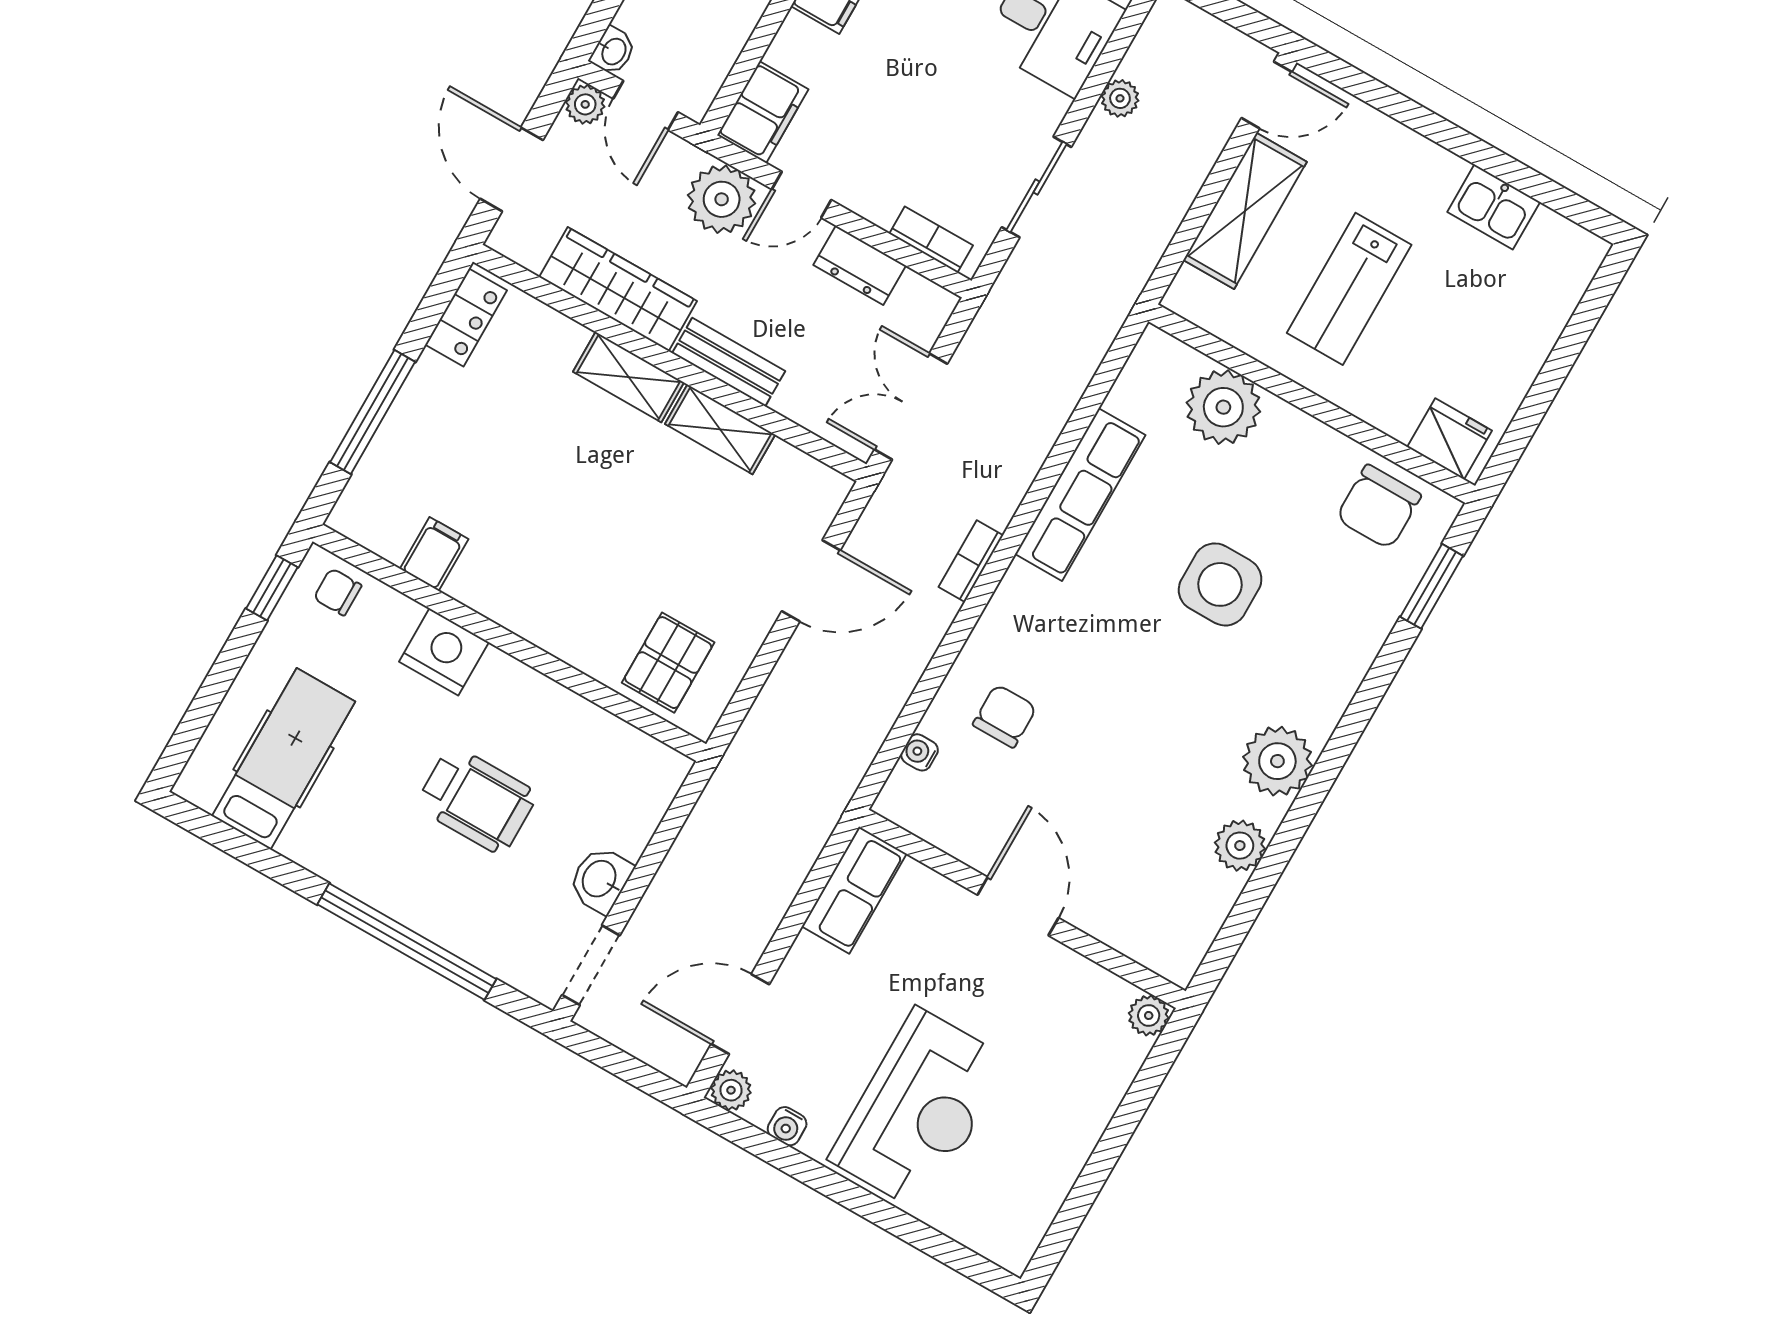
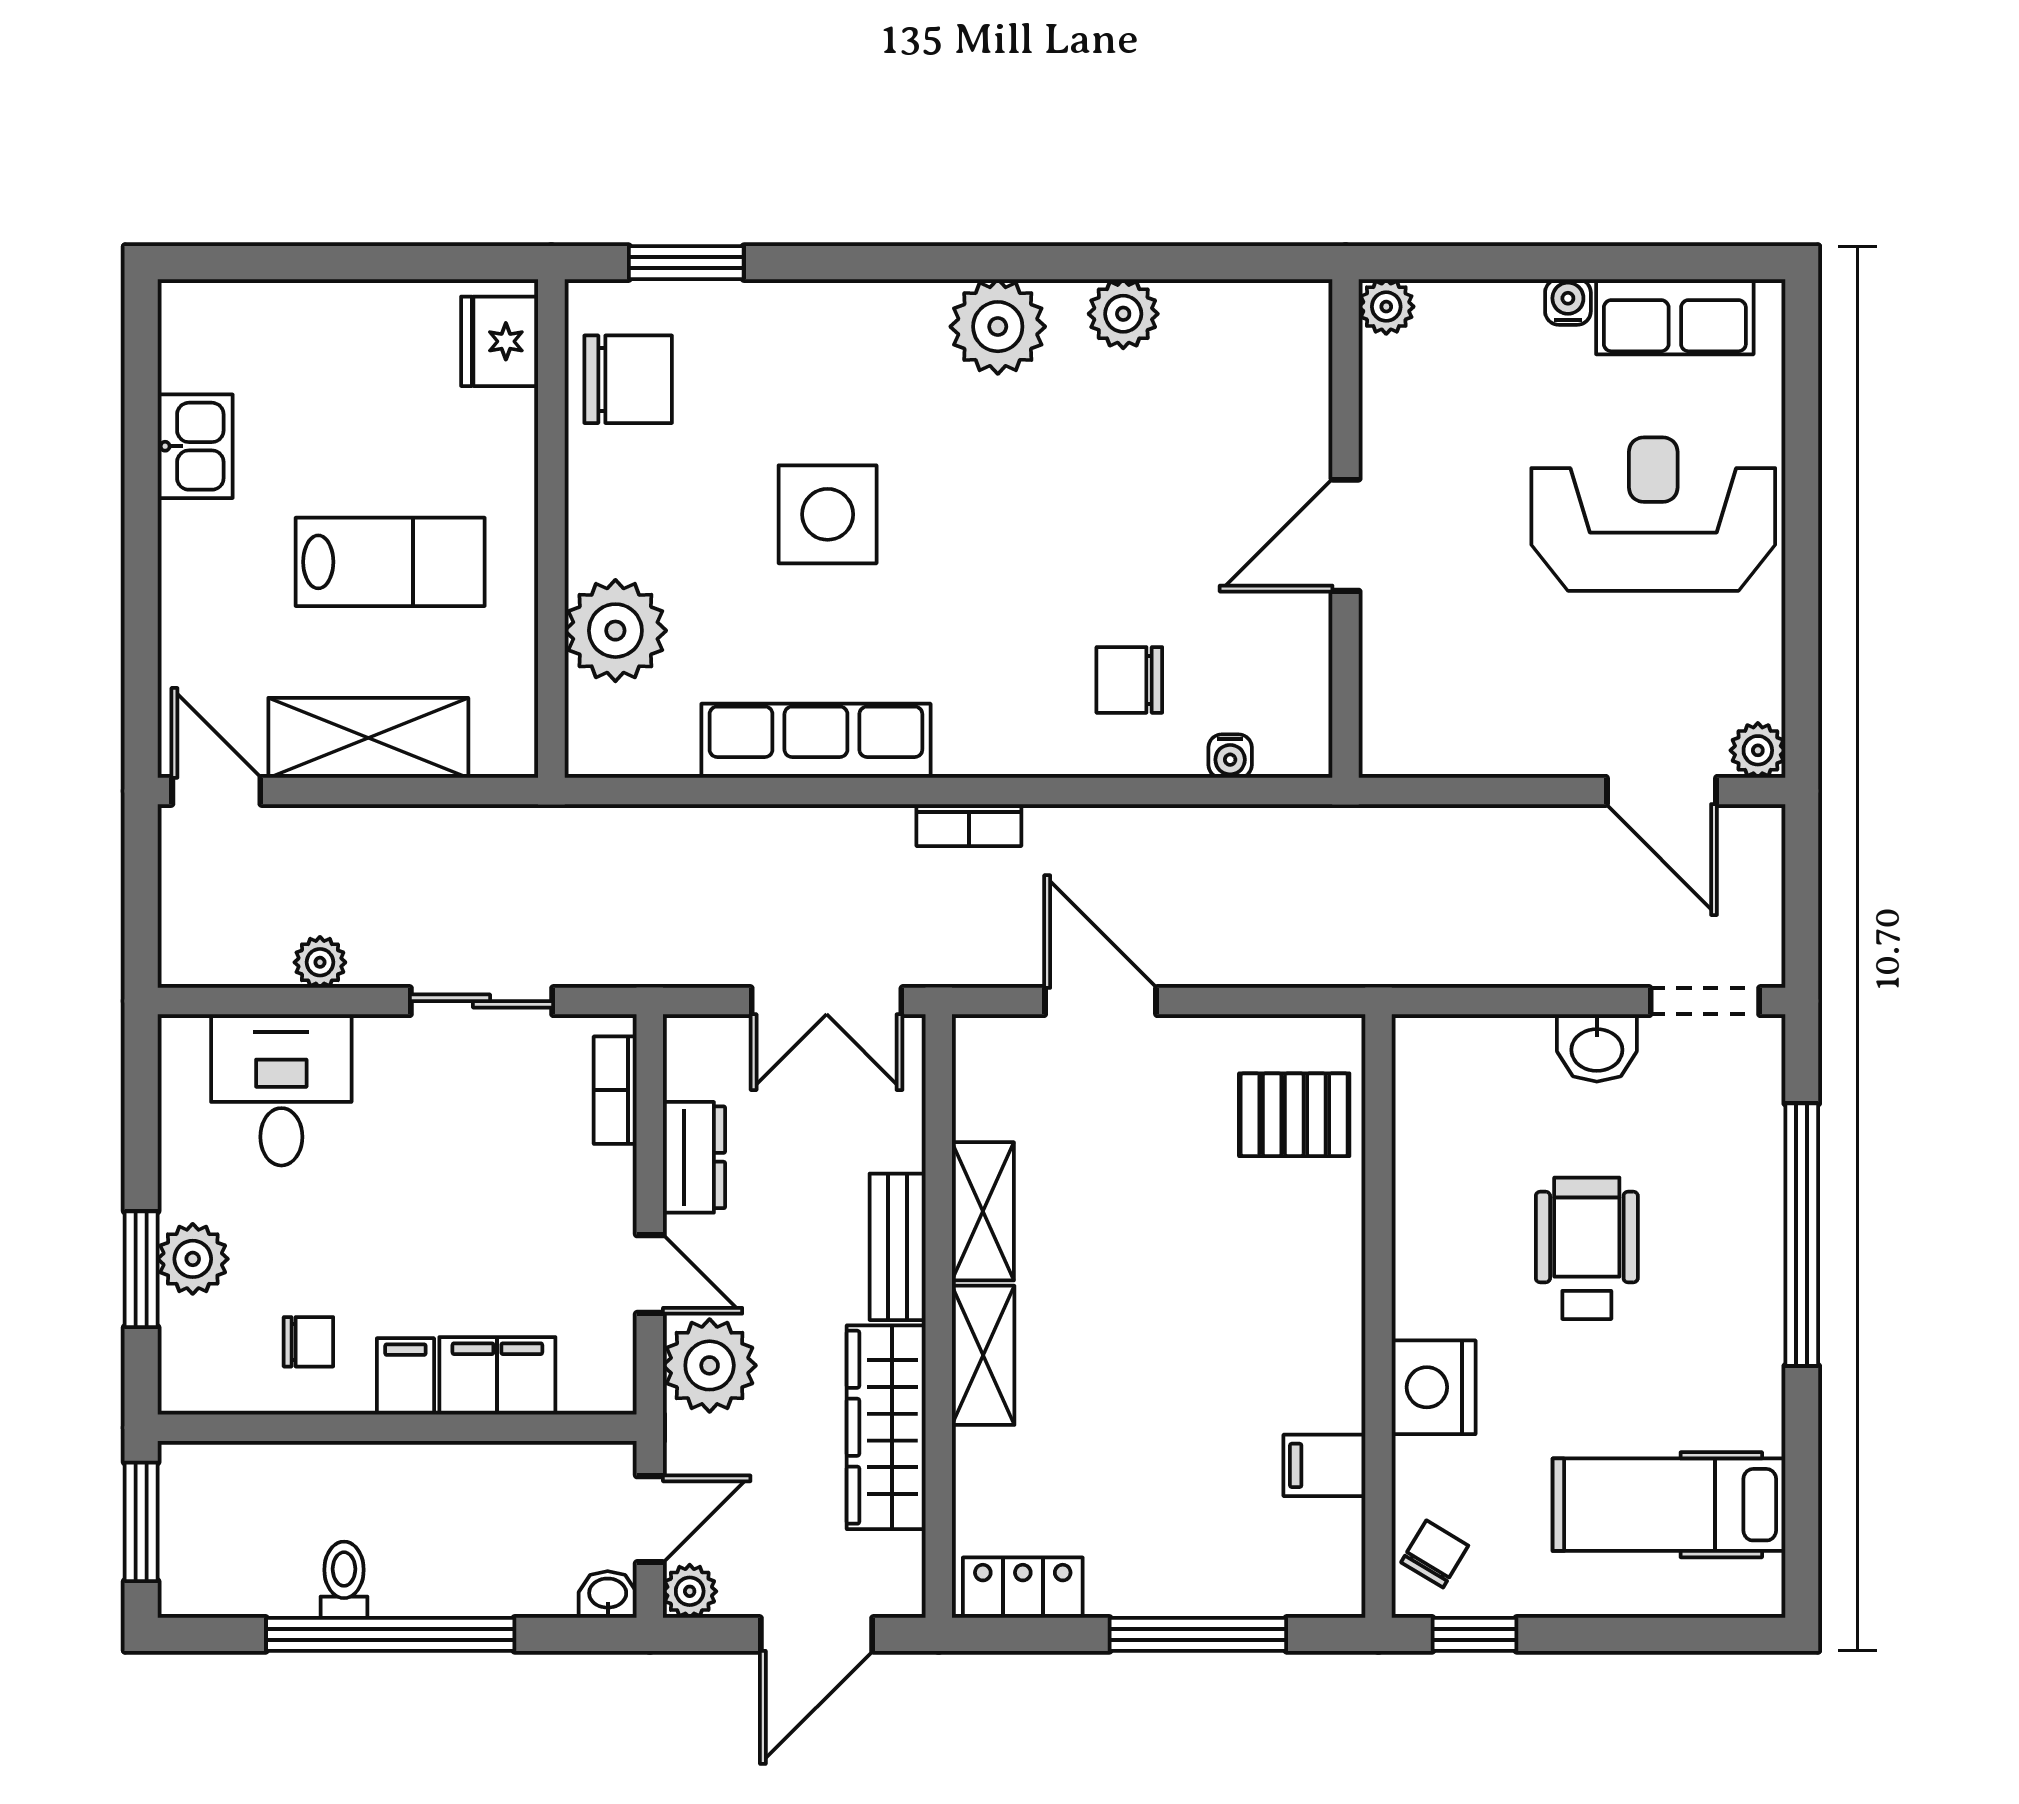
filing cabinet: (763, 112) -> (497, 1376), moved
chair: (338, 592) -> (1435, 1554), turned -149
row of seats: (854, 890) -> (1675, 317), moved, turned 180
water cooler: (787, 1126) -> (1568, 302), moved, turned -90

